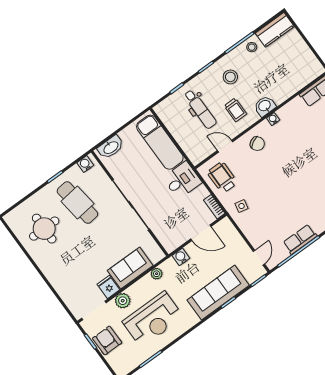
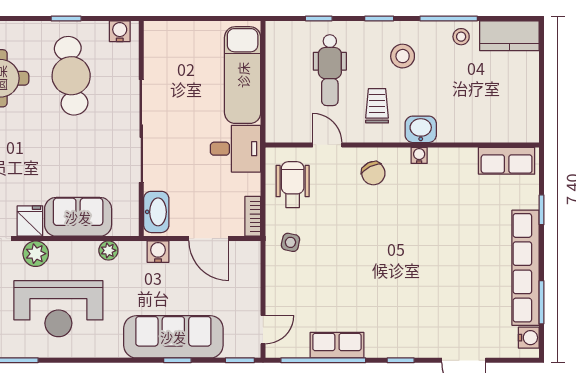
trolley: (235, 110) -> (377, 106), turned 180
washbasin: (111, 147) -> (156, 212), moved, turned -90

